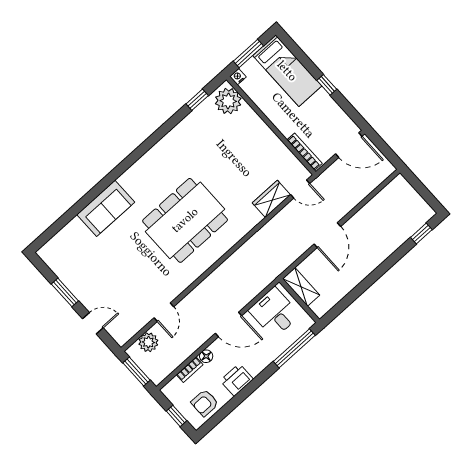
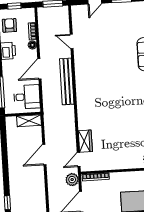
dining table: (185, 220) -> (109, 89), removed
door: (327, 235) -> (44, 155), hinge flipped
bench: (217, 279) -> (67, 81), added
plant: (148, 342) -> (72, 180), moved

